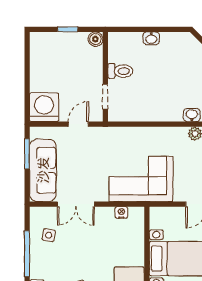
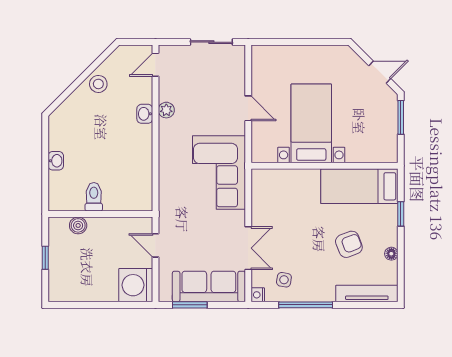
boiler: (95, 39) -> (78, 225), moved
doorway: (105, 97) -> (124, 214), removed
nightstand: (121, 212) -> (258, 295), moved

